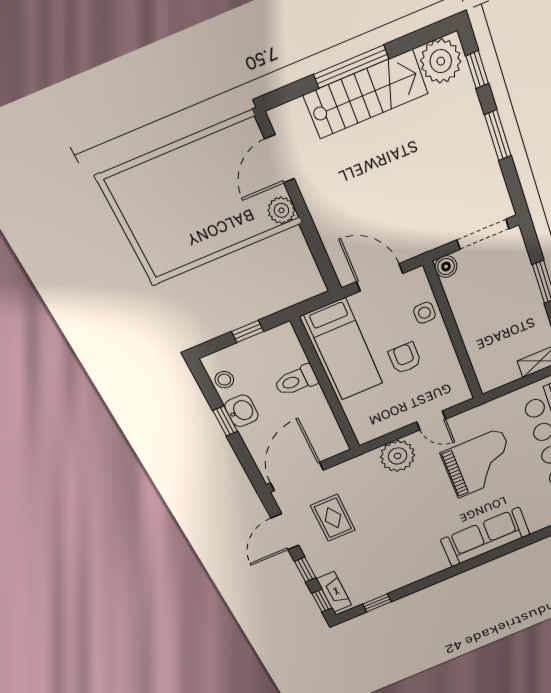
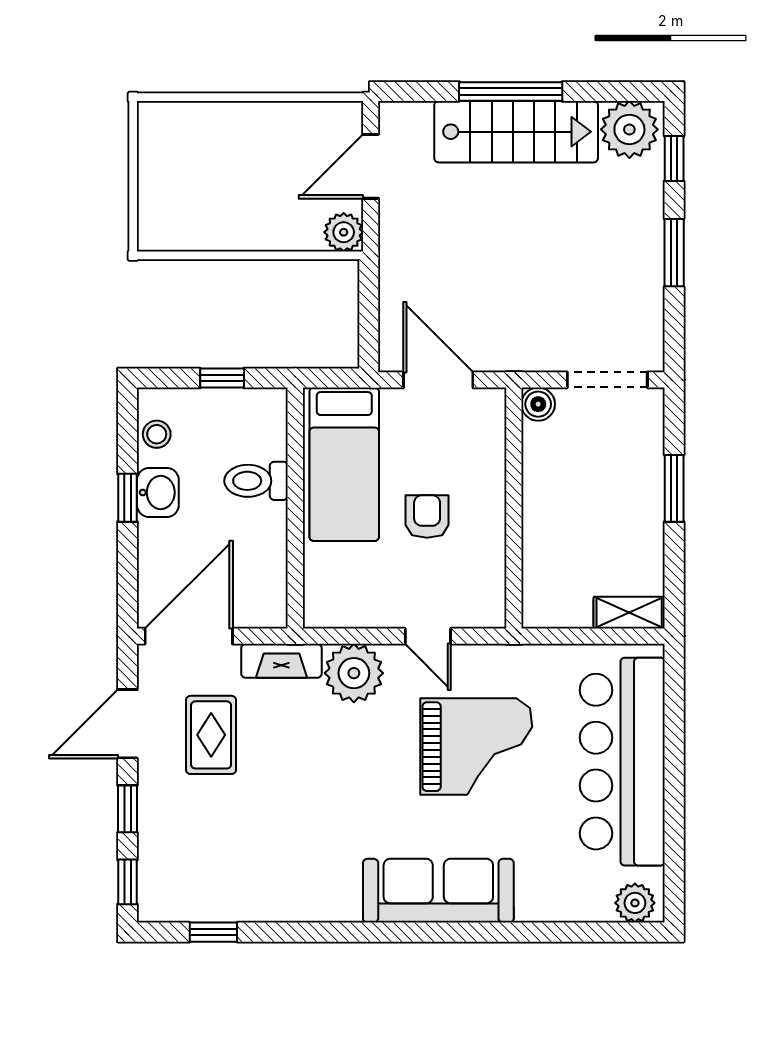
side table: (424, 313) -> (482, 459), removed
fireplace: (334, 592) -> (281, 661), moved, turned 90

